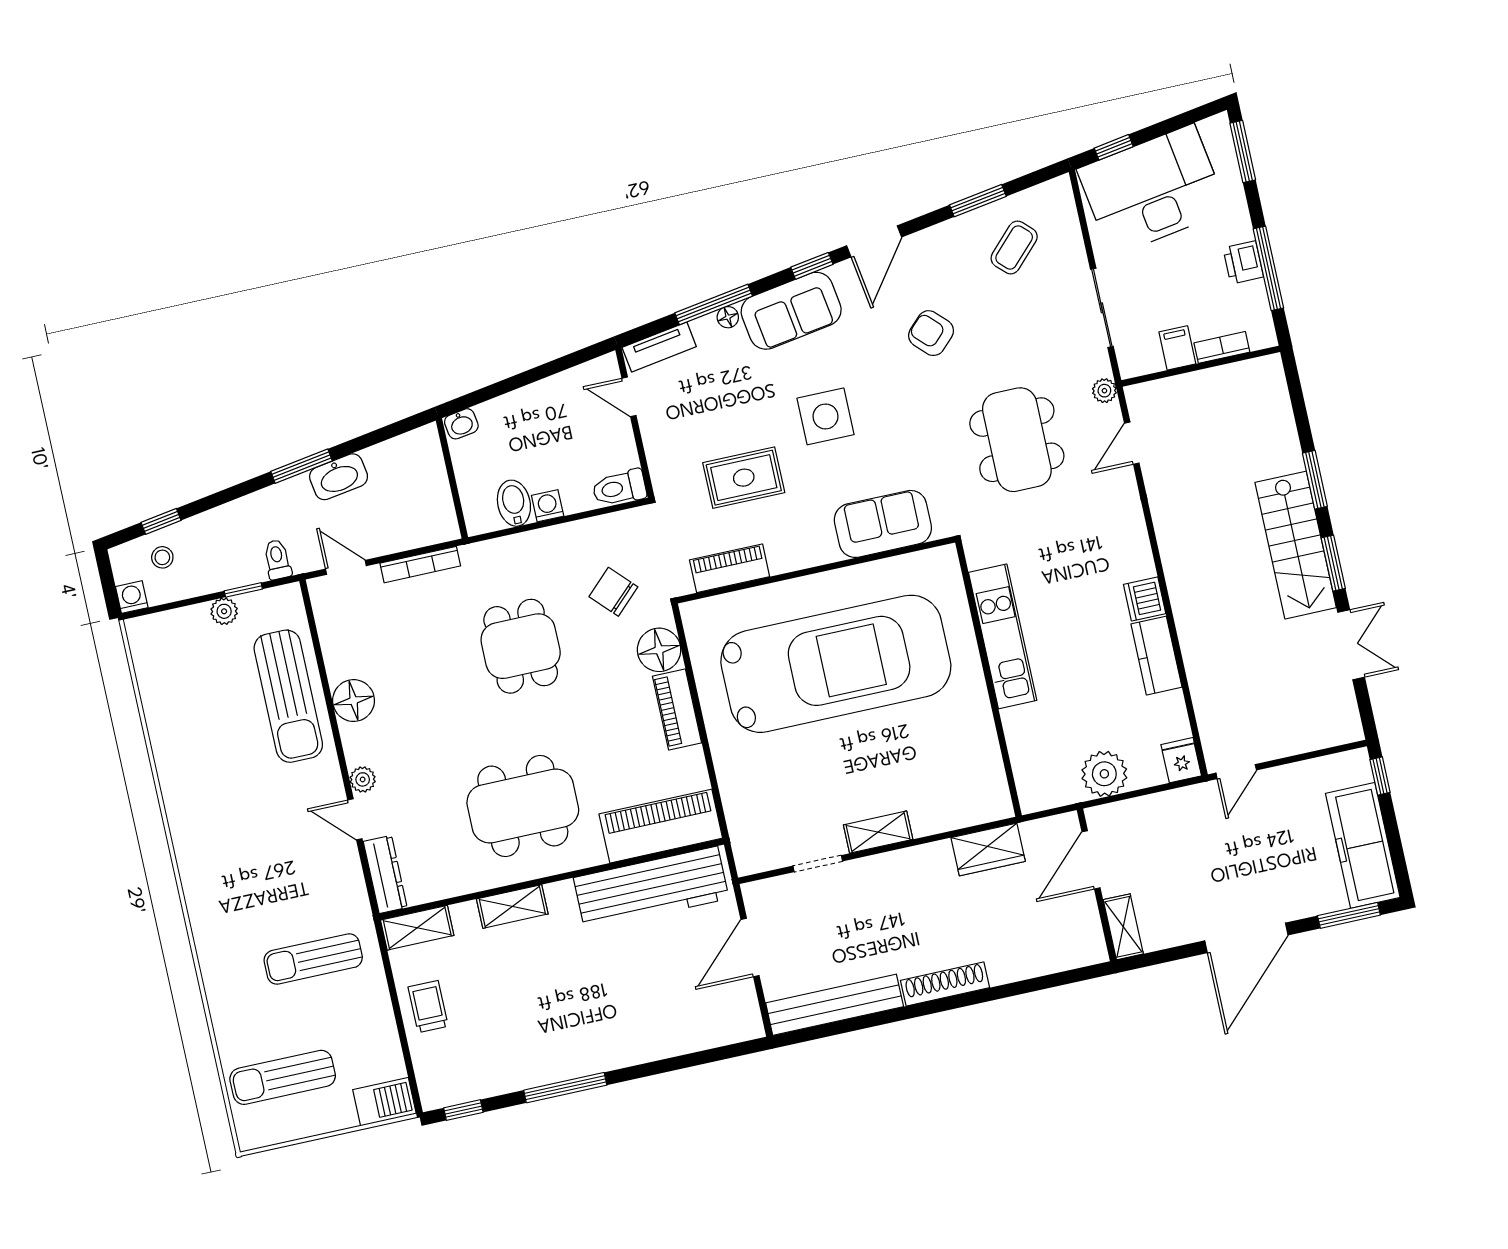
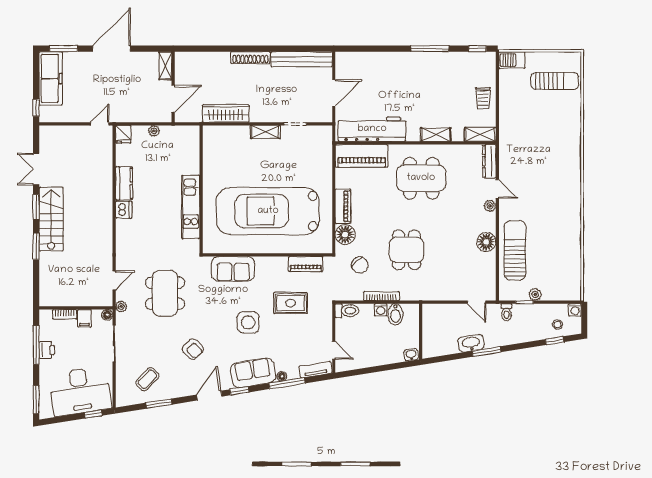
floor lamp: (1130, 366) -> (107, 315), added
bookcase: (420, 565) -> (381, 296), moved
plant: (1104, 774) -> (154, 131), width x0.53, depth x0.53
wardrobe: (988, 849) -> (226, 113), width x1.50
sun lounger: (313, 959) -> (530, 131), removed

